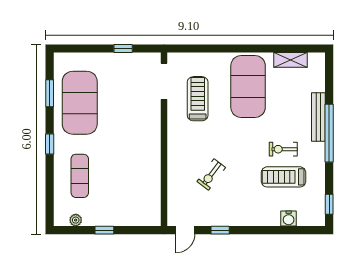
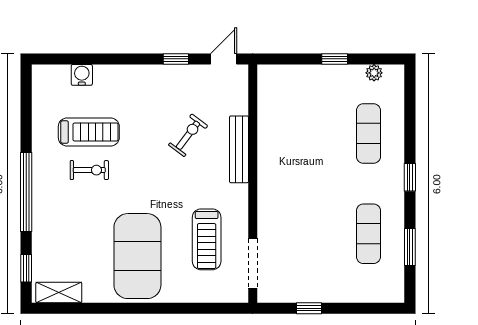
shelving: (291, 60) -> (59, 293), moved
exercise mat: (80, 103) -> (368, 234), width x0.50, depth x0.69
bench: (318, 117) -> (239, 149), moved
window: (329, 204) -> (26, 268), moved

